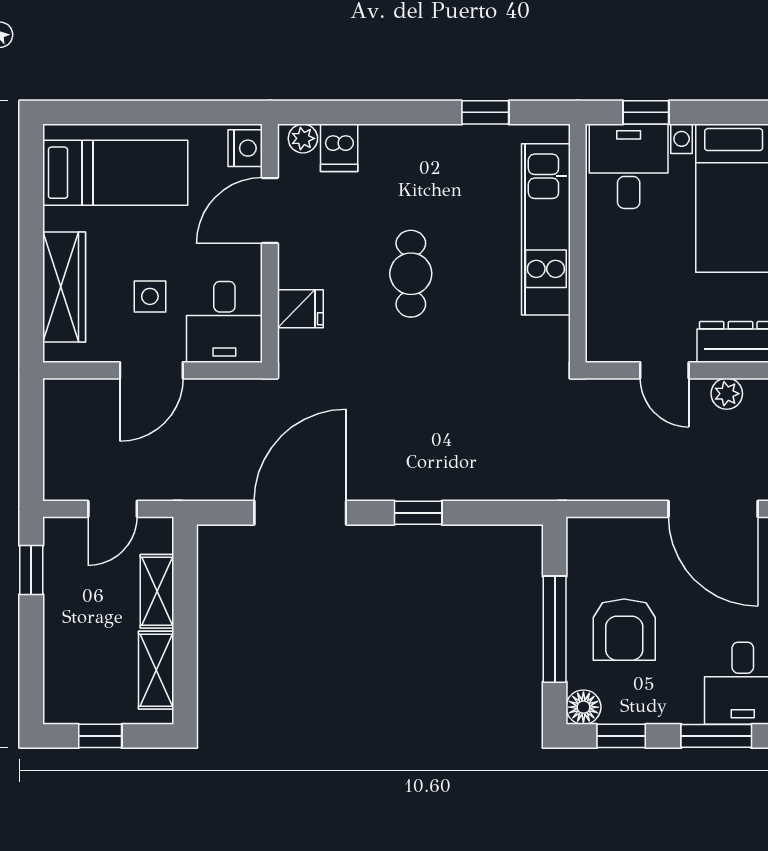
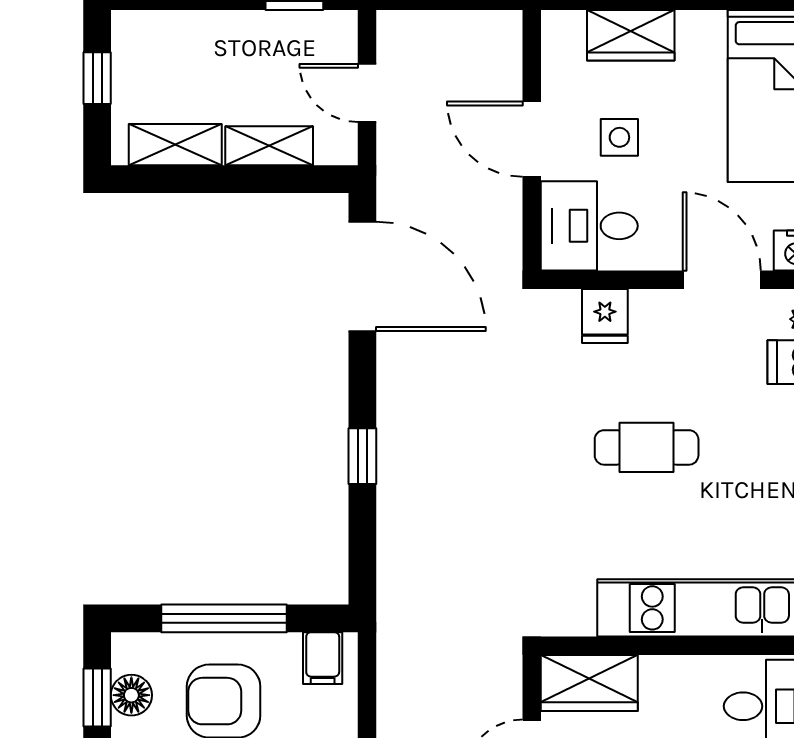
wardrobe: (64, 287) -> (631, 35), width x0.67
wardrobe: (609, 322) -> (589, 683), added
door: (300, 513) -> (362, 276), moved
filing cabinet: (588, 546) -> (323, 658), added
floor lamp: (583, 707) -> (131, 695), moved

